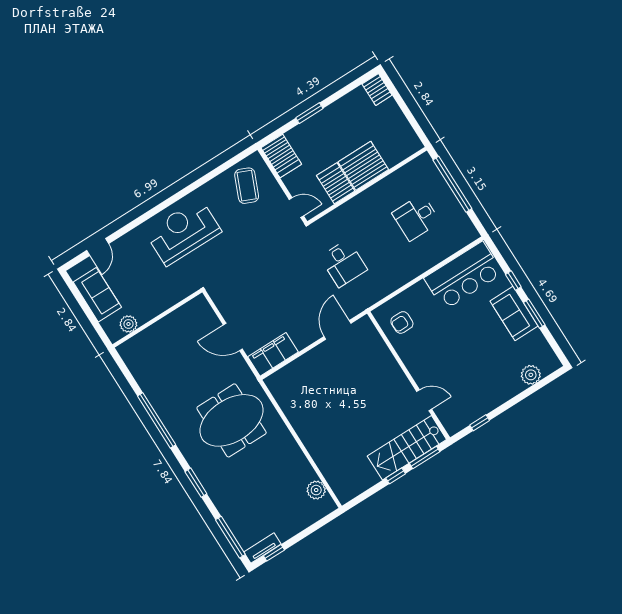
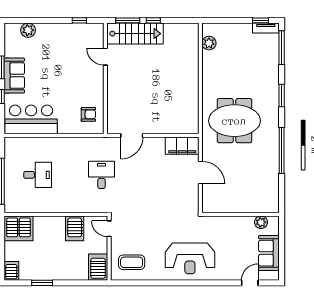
window: (309, 113) -> (42, 283), moved
server rack: (363, 166) -> (18, 228), moved
coffee table: (247, 186) -> (132, 262), turned 67

